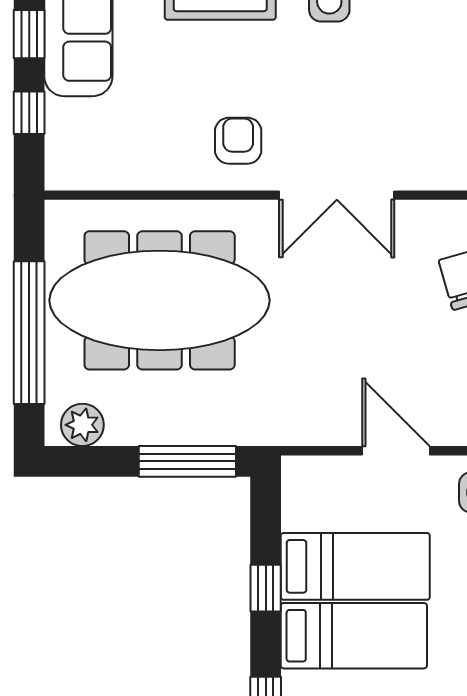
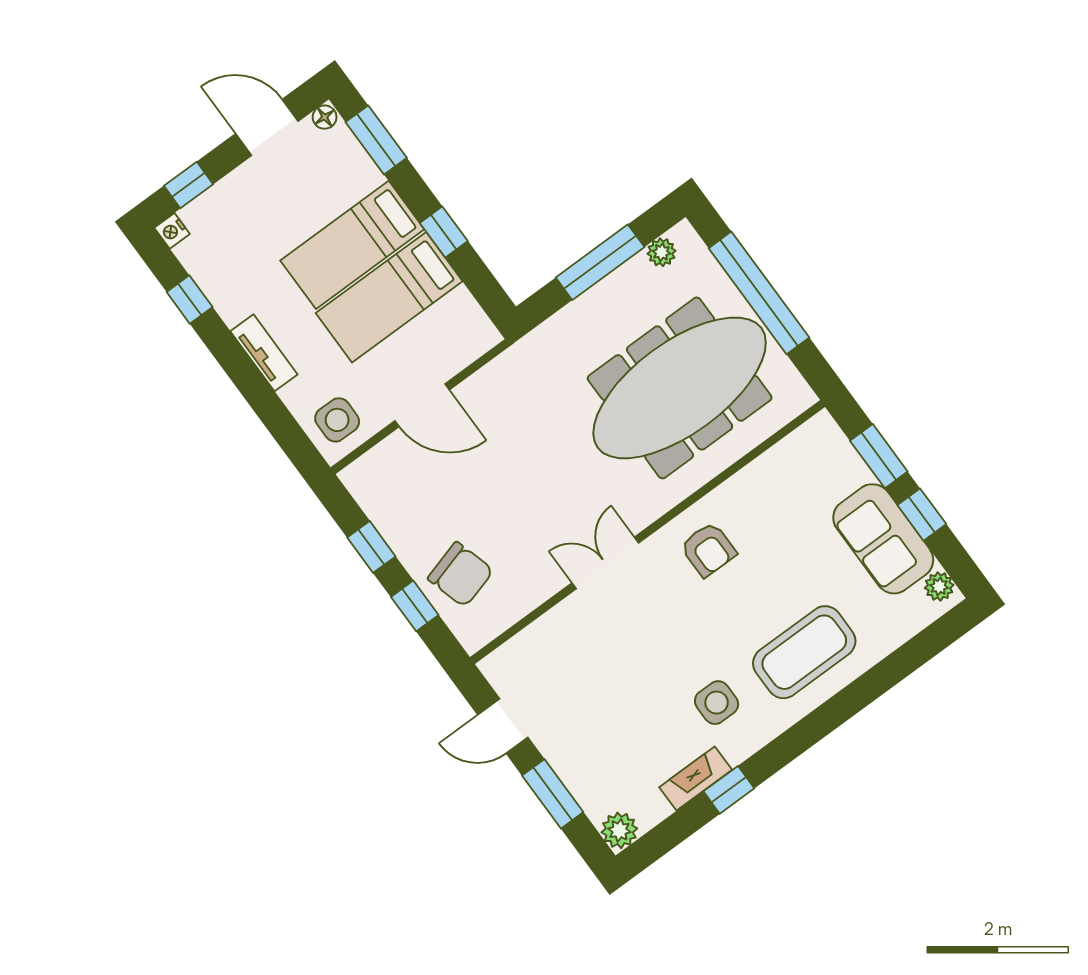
window: (29, 113) -> (879, 456), width x1.50
double door: (337, 195) -> (605, 563), width x0.73
plant: (82, 425) -> (662, 252), width x0.73, depth x0.73
window: (187, 461) -> (600, 262), moved

